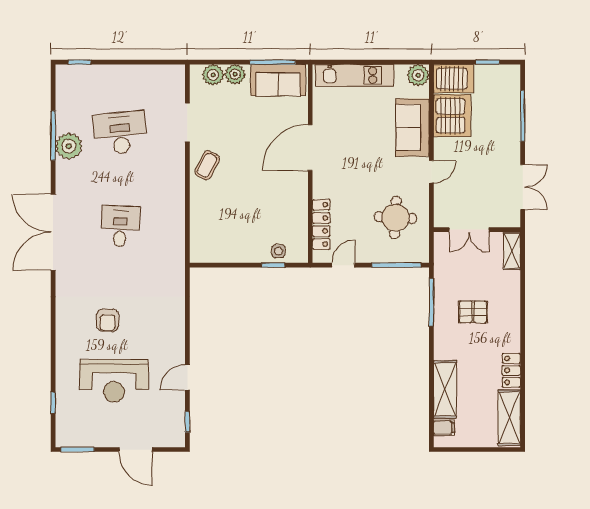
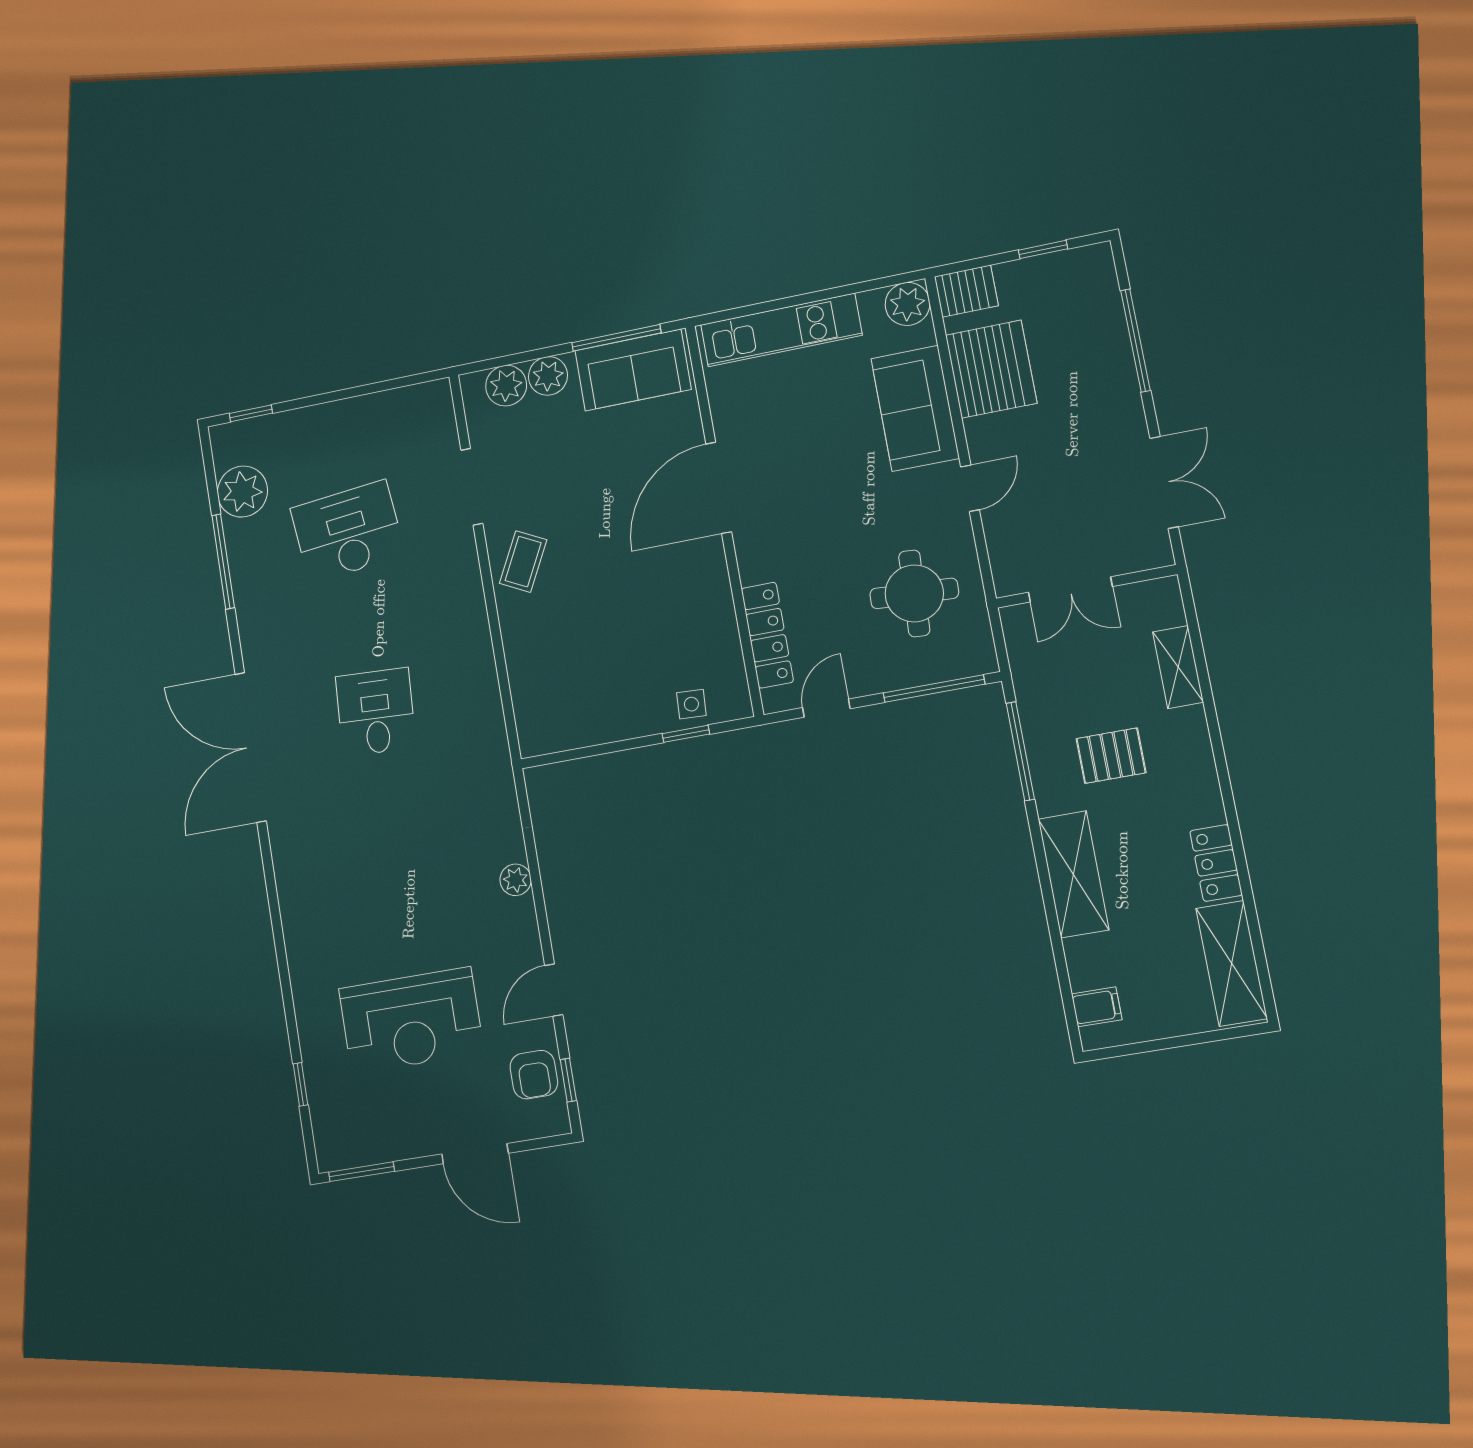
server rack: (454, 79) -> (966, 291), width x0.73, depth x0.70
plant: (69, 146) -> (242, 492), moved
shelving: (512, 251) -> (1178, 667), moved
armchair: (108, 320) -> (534, 1075), moved
plant: (177, 321) -> (516, 880), added
shelving: (445, 390) -> (1073, 874), moved

